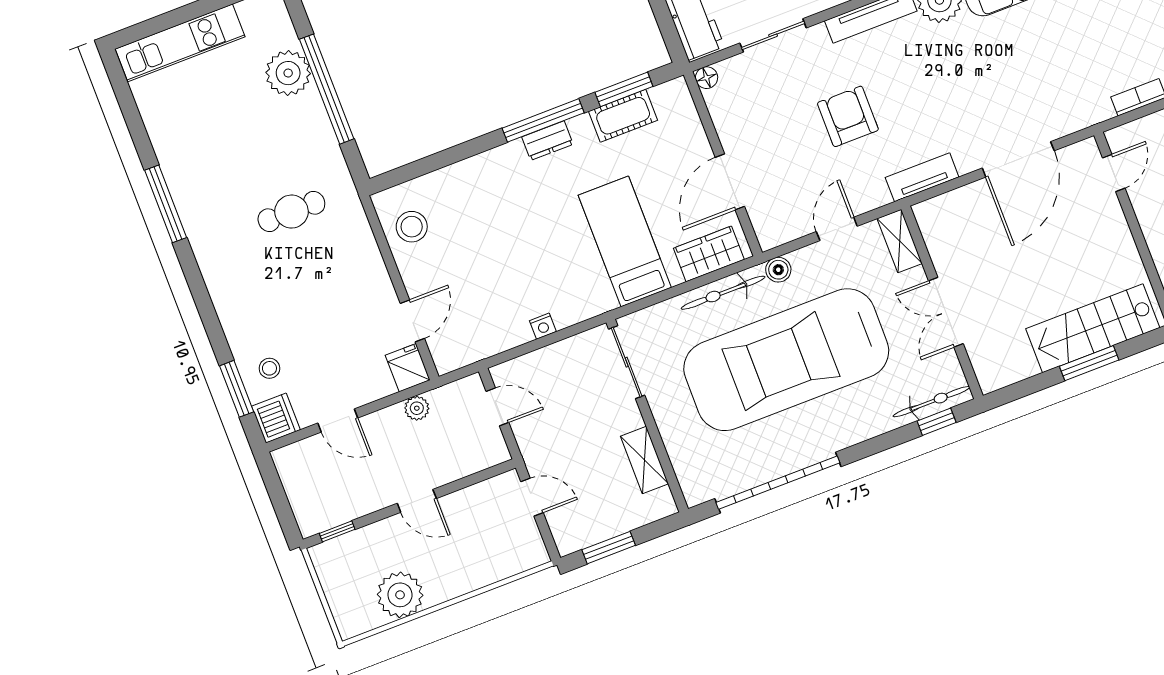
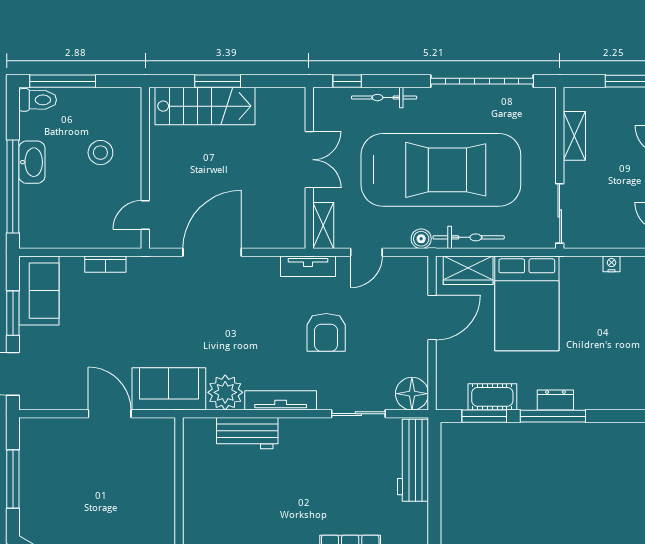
floor lamp: (707, 78) -> (412, 394), width x1.89, depth x1.89
tv unit: (922, 177) -> (308, 266), moved
bed: (625, 241) -> (527, 303), width x1.50
bicycle: (931, 402) -> (384, 98), moved

